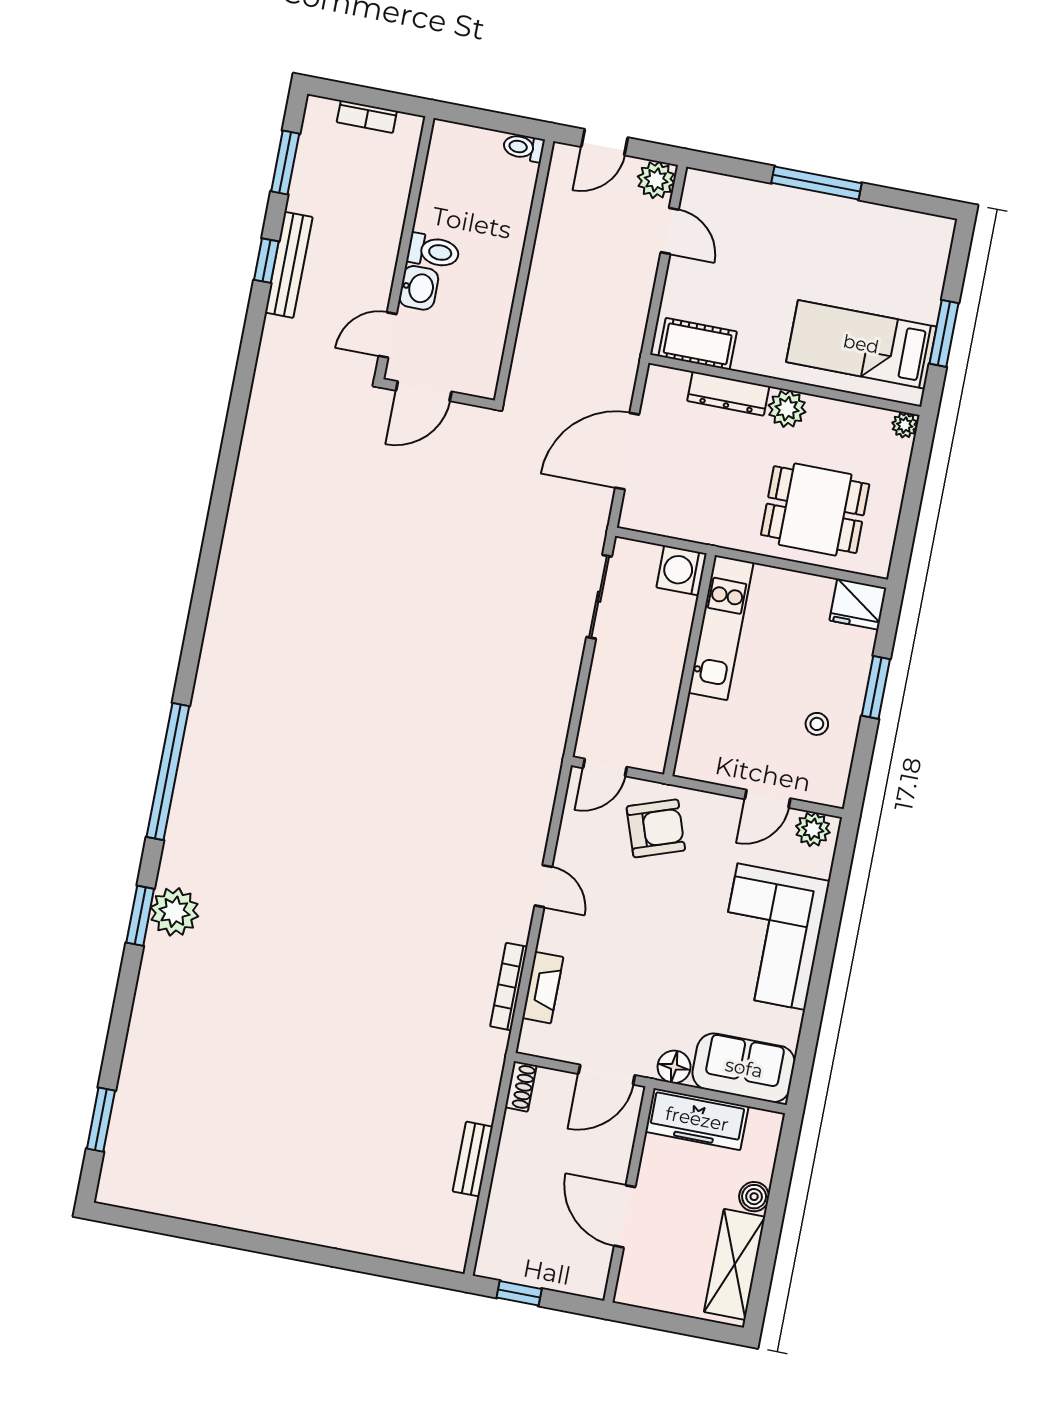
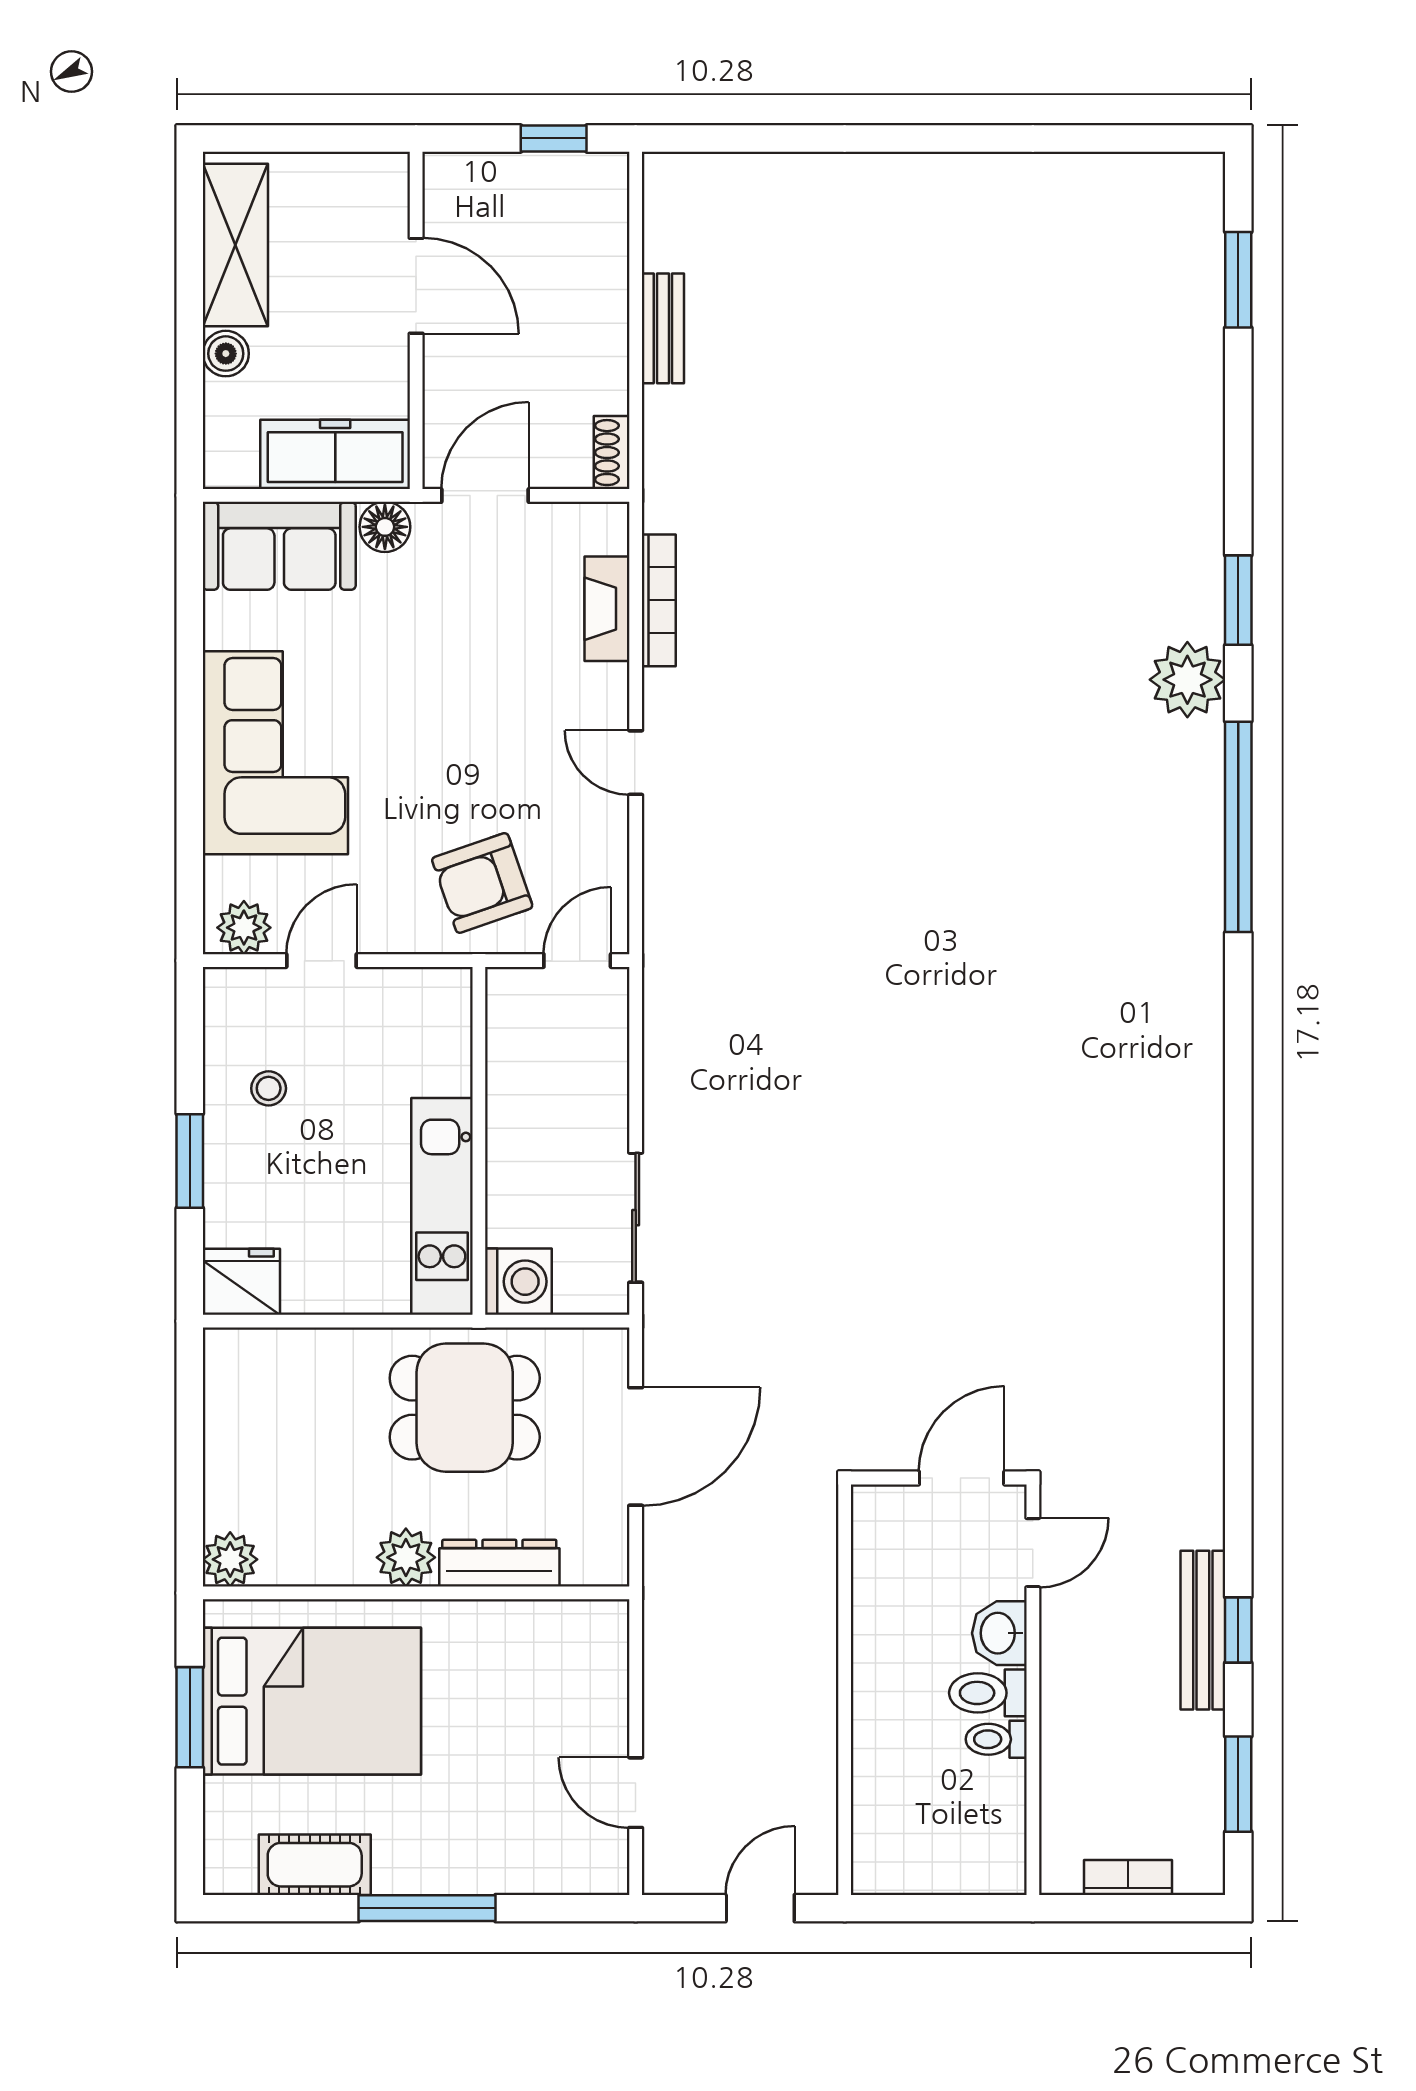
toilet: (524, 148) -> (996, 1739), moved, turned 180
plant: (656, 180) -> (671, 1866), removed
cot: (698, 344) -> (315, 1865), moved
bed: (861, 344) -> (312, 1701), width x1.50
plant: (905, 425) -> (230, 1559), width x1.38, depth x1.38
dining table: (815, 510) -> (465, 1408), moved
plant: (174, 912) -> (1187, 680), moved

